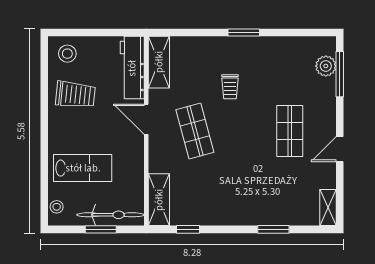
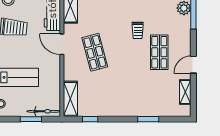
trolley: (230, 87) -> (138, 30), moved
shelving: (328, 208) -> (185, 92), moved
bicycle: (110, 215) -> (44, 111), width x0.73, depth x0.71

